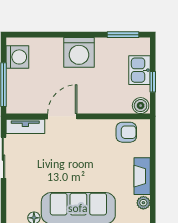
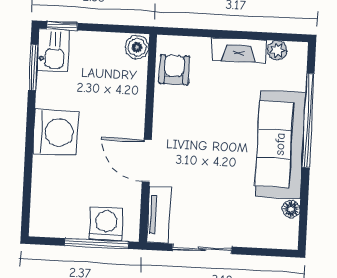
washing machine: (17, 57) -> (106, 224), moved
kitchen sink: (139, 70) -> (53, 50), moved, turned -90
window: (153, 82) -> (62, 26), moved

